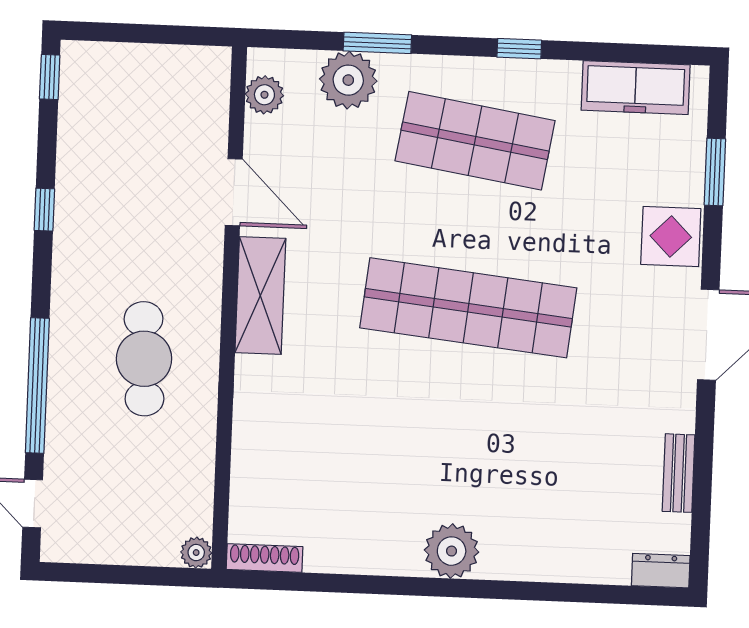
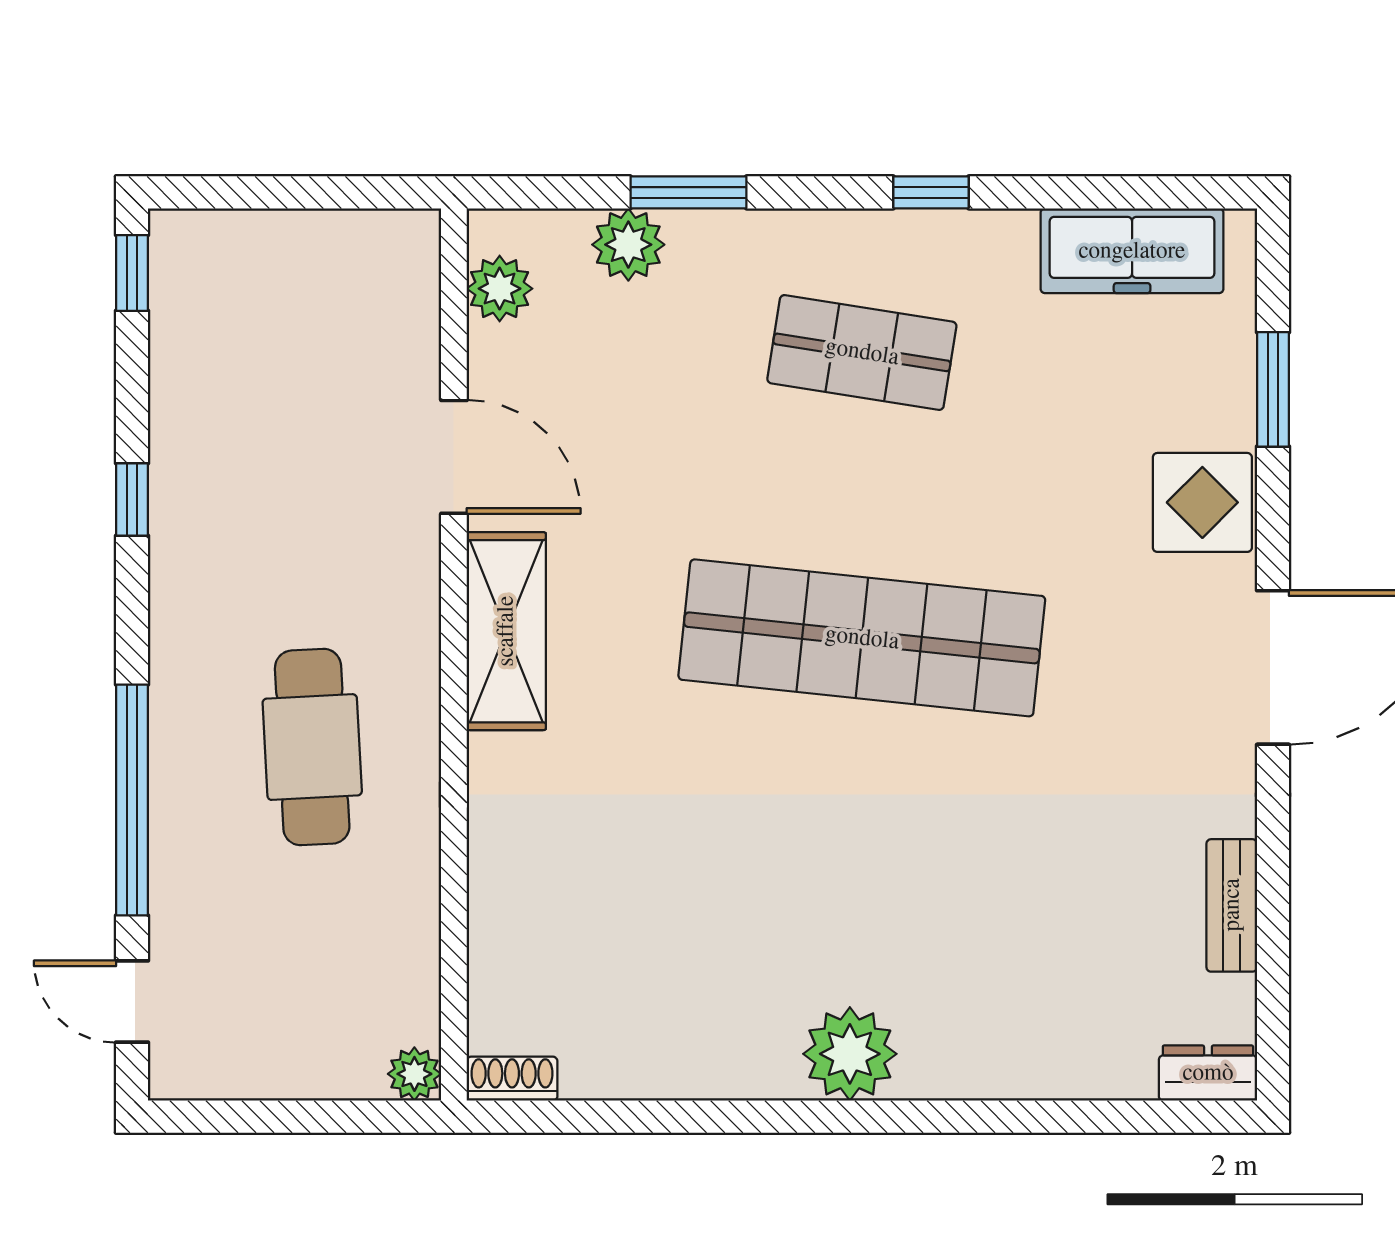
plant: (348, 80) -> (628, 245), width x0.73, depth x0.73
shop shelf: (475, 141) -> (862, 352), width x0.70, depth x0.74
shoe rack: (265, 558) -> (512, 1079), width x0.70

